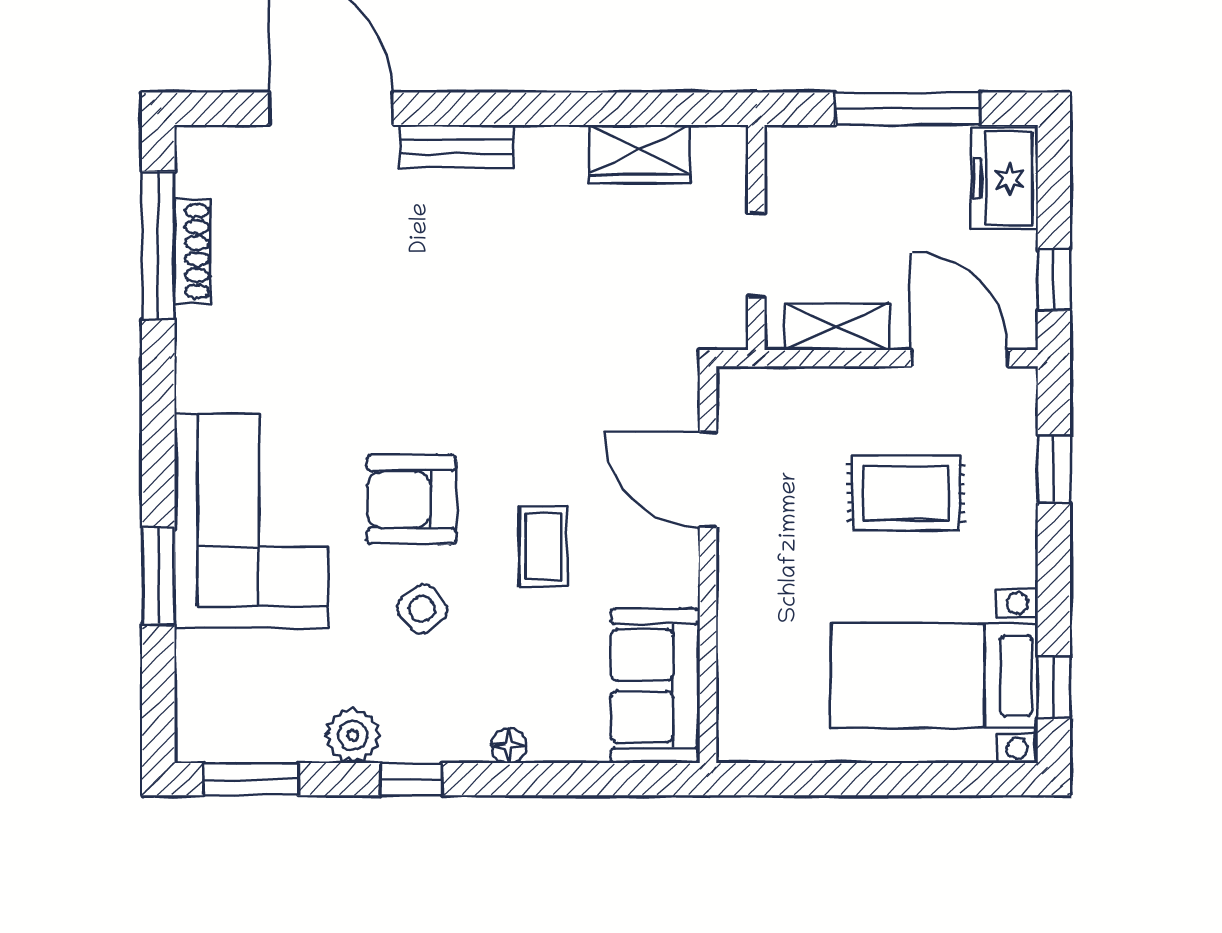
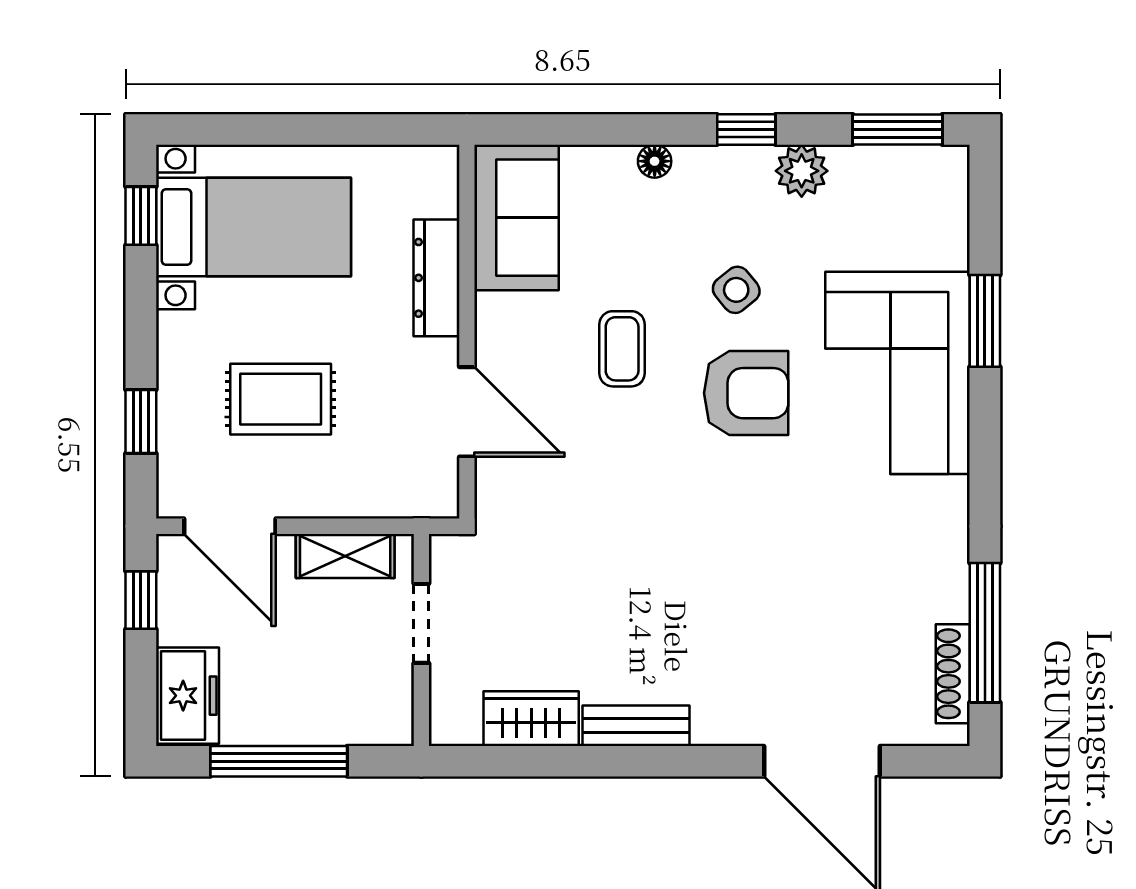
bench: (456, 146) -> (636, 726), moved
shoe rack: (192, 251) -> (953, 674), moved
dresser: (740, 622) -> (436, 278), added

